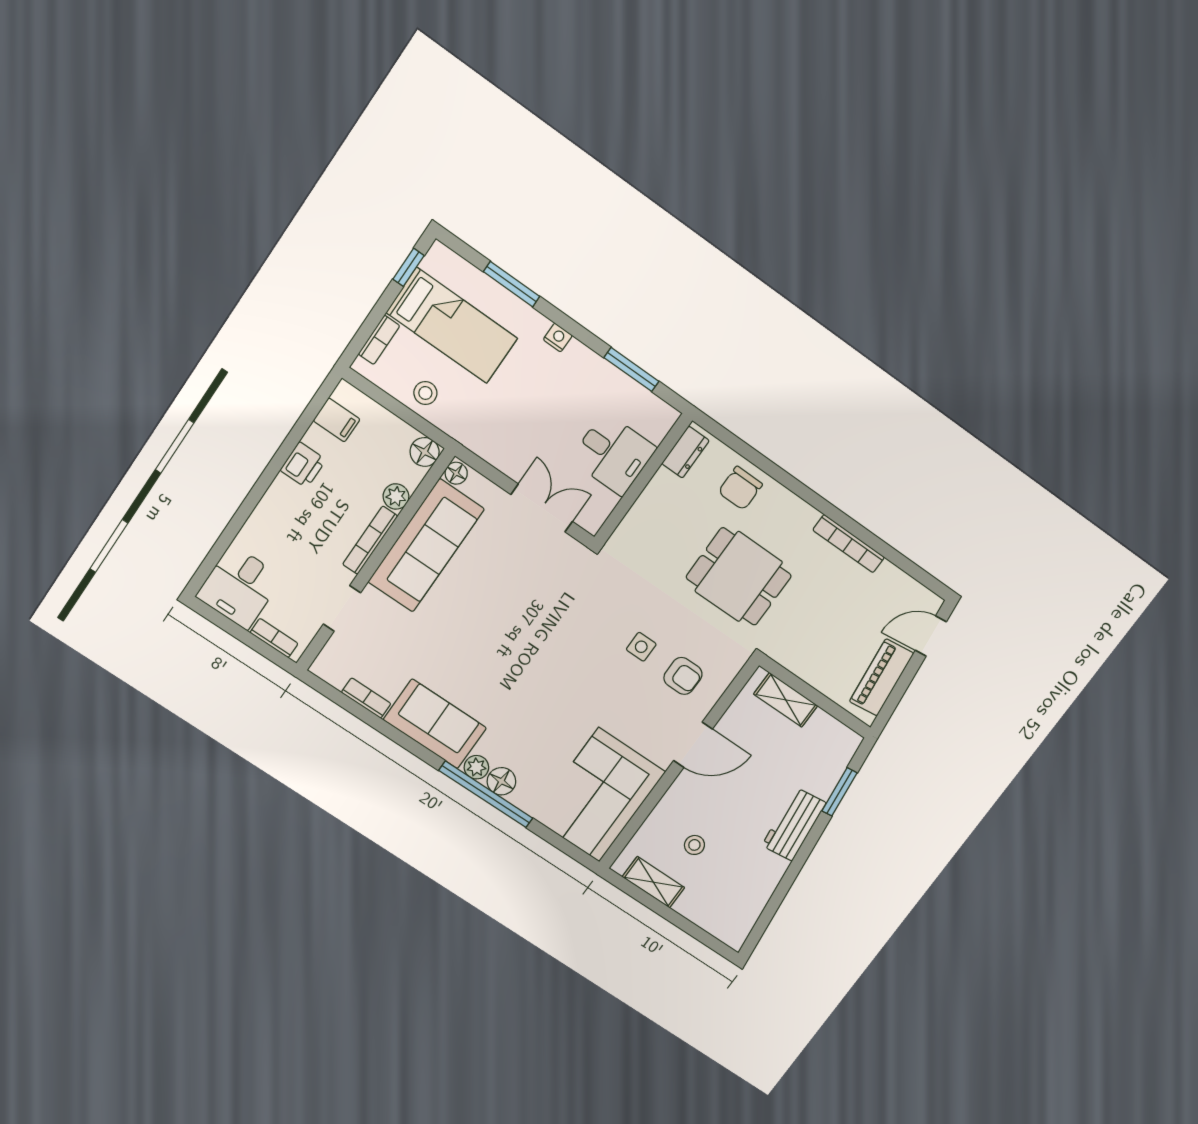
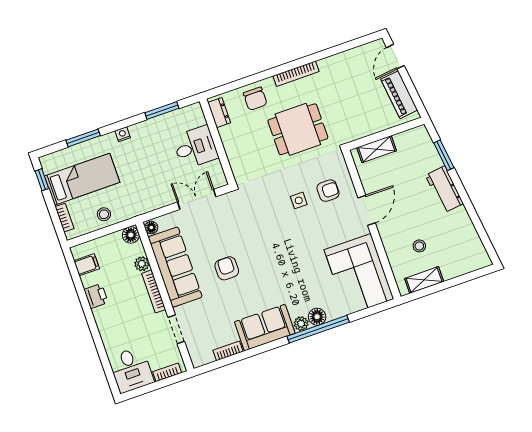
bookcase: (849, 544) -> (296, 74), moved
armchair: (477, 617) -> (227, 268), added

